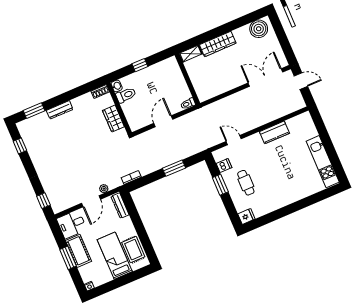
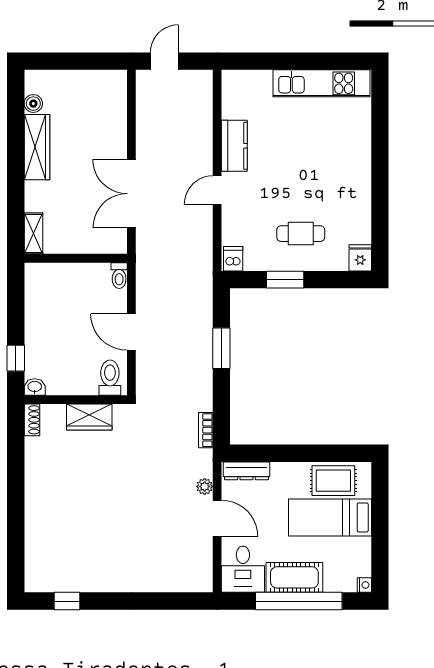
boiler: (259, 29) -> (33, 104), width x0.54, depth x0.54
wardrobe: (218, 44) -> (37, 147), moved
window: (140, 65) -> (16, 358), moved
double door: (265, 78) -> (131, 194), moved
toilet: (126, 95) -> (110, 378), moved
dresser: (60, 110) -> (34, 505), removed
window: (34, 111) -> (16, 550), removed
door: (234, 140) -> (217, 190), moved
dishwasher: (224, 165) -> (233, 259), moved
window: (43, 201) -> (180, 601), removed
window: (68, 258) -> (299, 601), width x2.11

